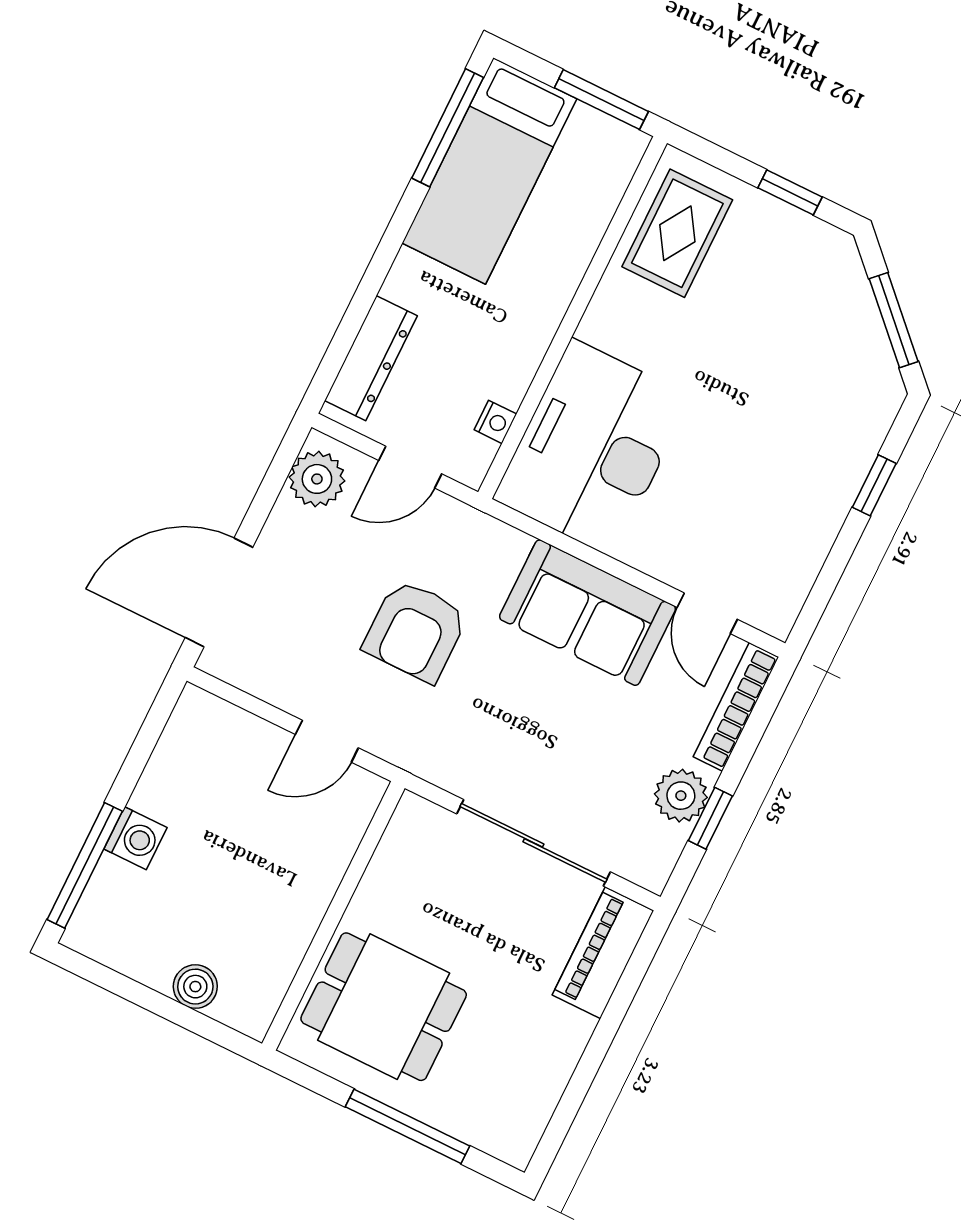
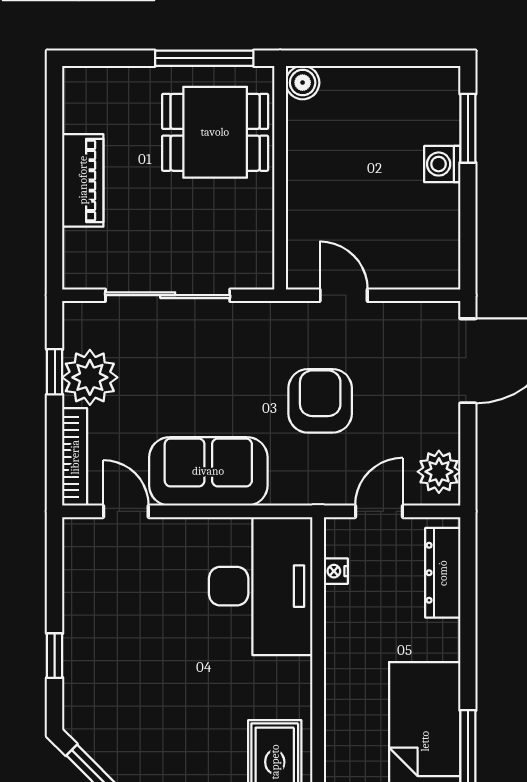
door: (327, 741) -> (344, 295), hinge flipped
plant: (681, 796) -> (90, 377), width x1.36, depth x1.36
window: (85, 865) -> (468, 128), width x0.69
piano: (603, 953) -> (83, 180), moved
boiler: (195, 987) -> (303, 83), moved
window: (408, 1126) -> (204, 58), moved

